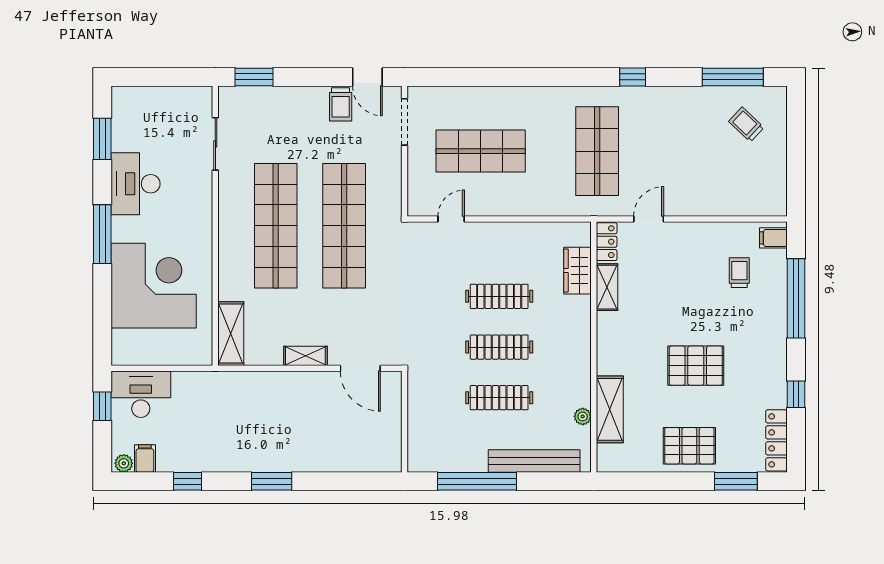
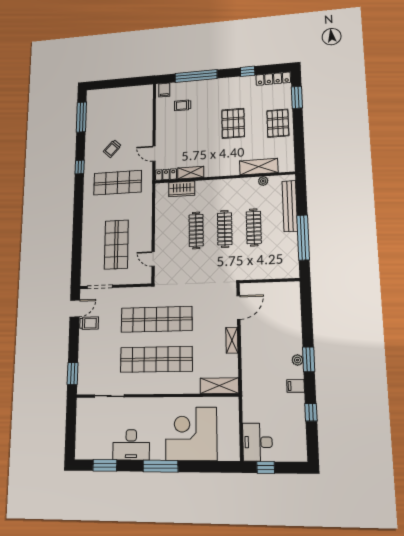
trolley: (746, 124) -> (112, 149), moved
filing cabinet: (145, 459) -> (296, 386), moved
plant: (124, 463) -> (297, 360), moved

